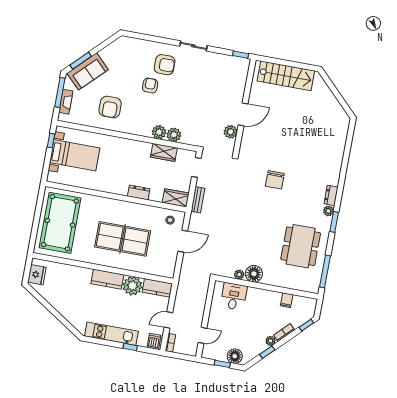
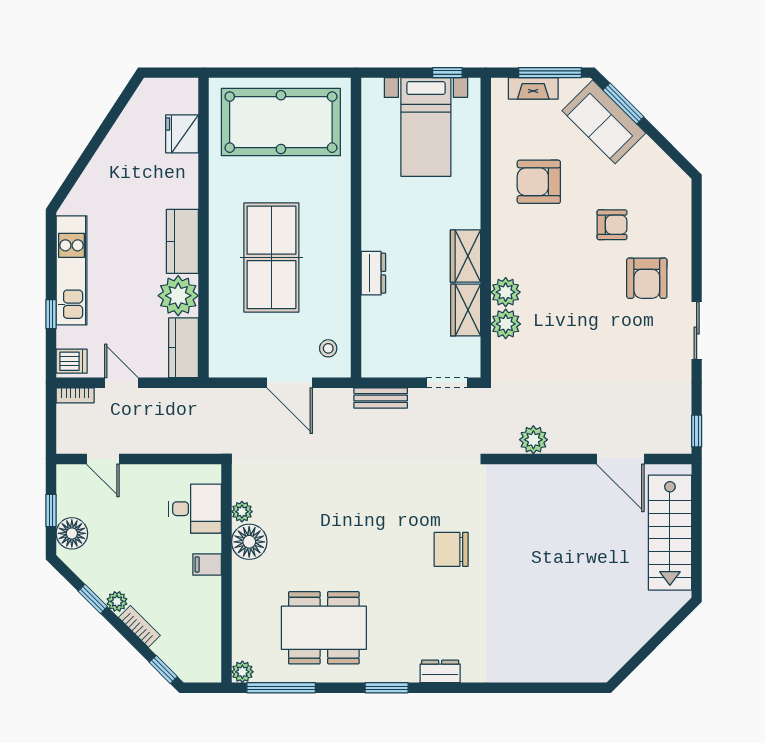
armchair: (150, 85) -> (612, 225), moved
door: (243, 114) -> (620, 459), moved
wardrobe: (176, 198) -> (465, 256), moved, turned 180
plant: (328, 211) -> (242, 672), moved
fridge: (37, 275) -> (182, 134), moved, turned 90
filing cabinet: (287, 300) -> (207, 565), moved

